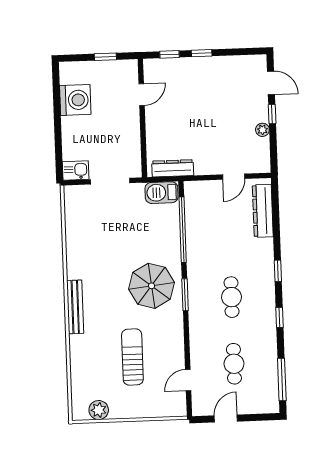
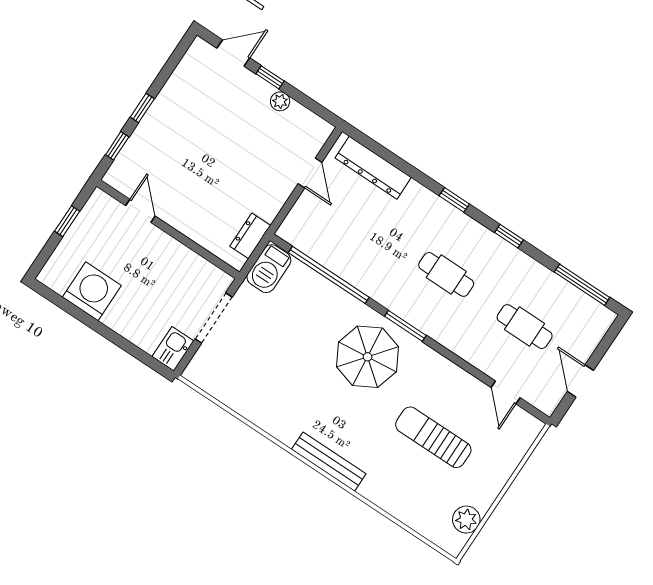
dresser: (173, 168) -> (250, 236), width x0.70

